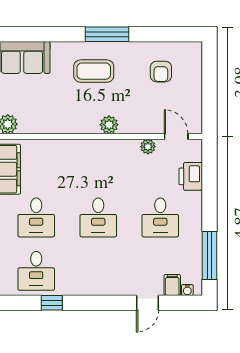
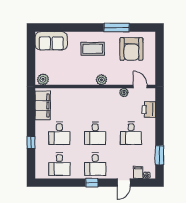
window: (107, 34) -> (117, 27), moved
armchair: (161, 72) -> (131, 49), width x1.88, depth x1.88
window: (209, 256) -> (159, 155), width x0.69
desk: (98, 271) -> (95, 164), added
window: (52, 303) -> (92, 183), moved

